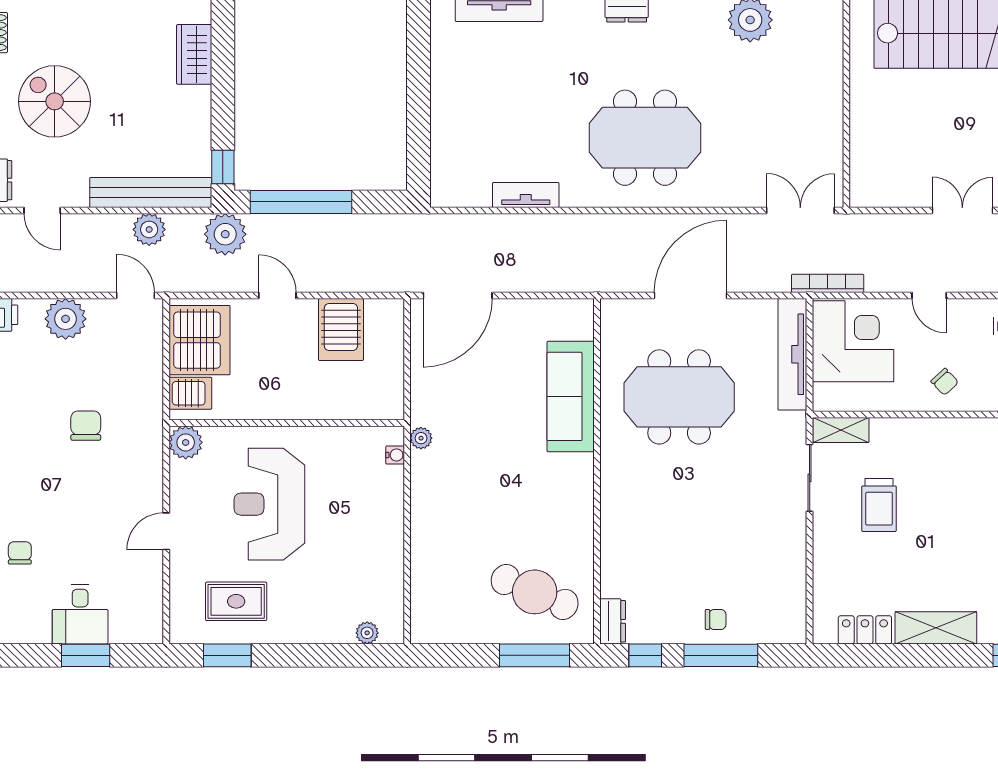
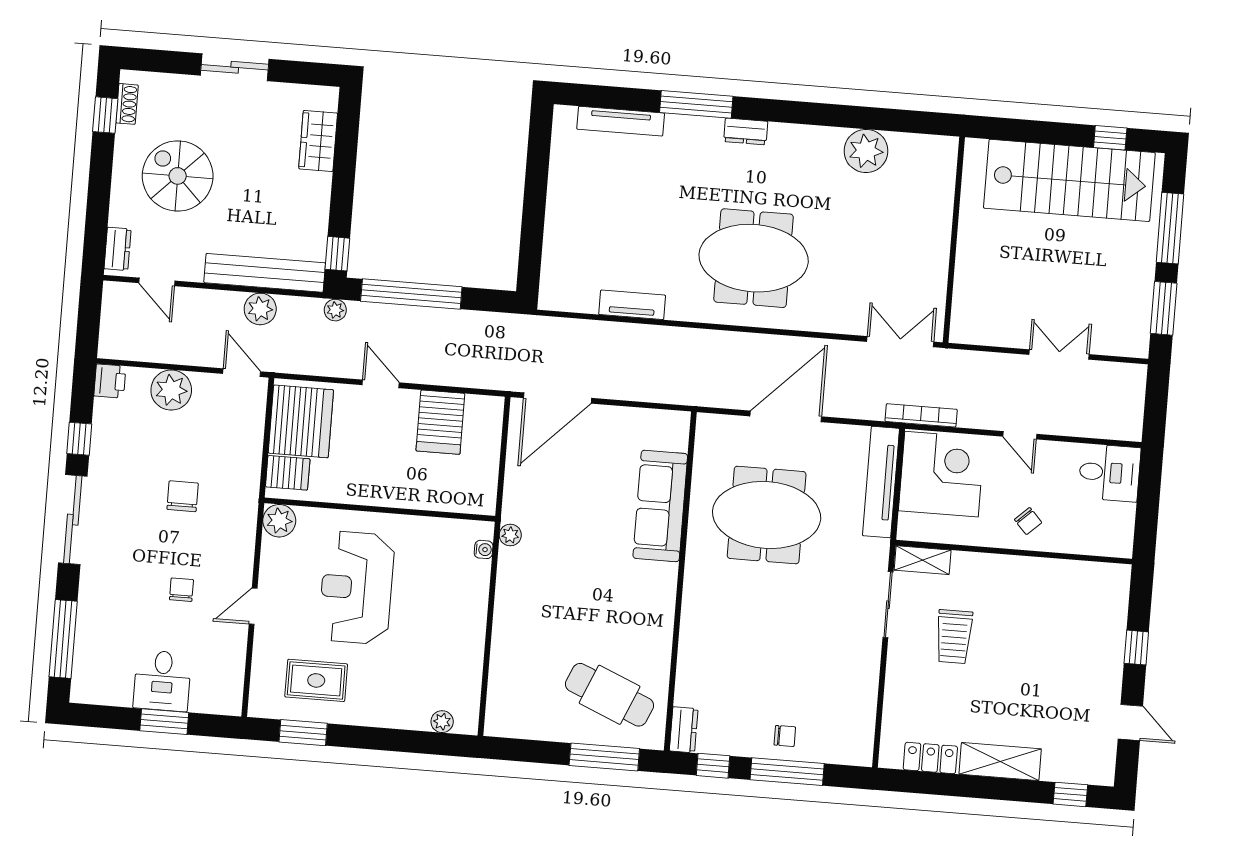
plant: (225, 234) -> (335, 310), width x0.53, depth x0.53
chair: (20, 553) -> (181, 590), moved

